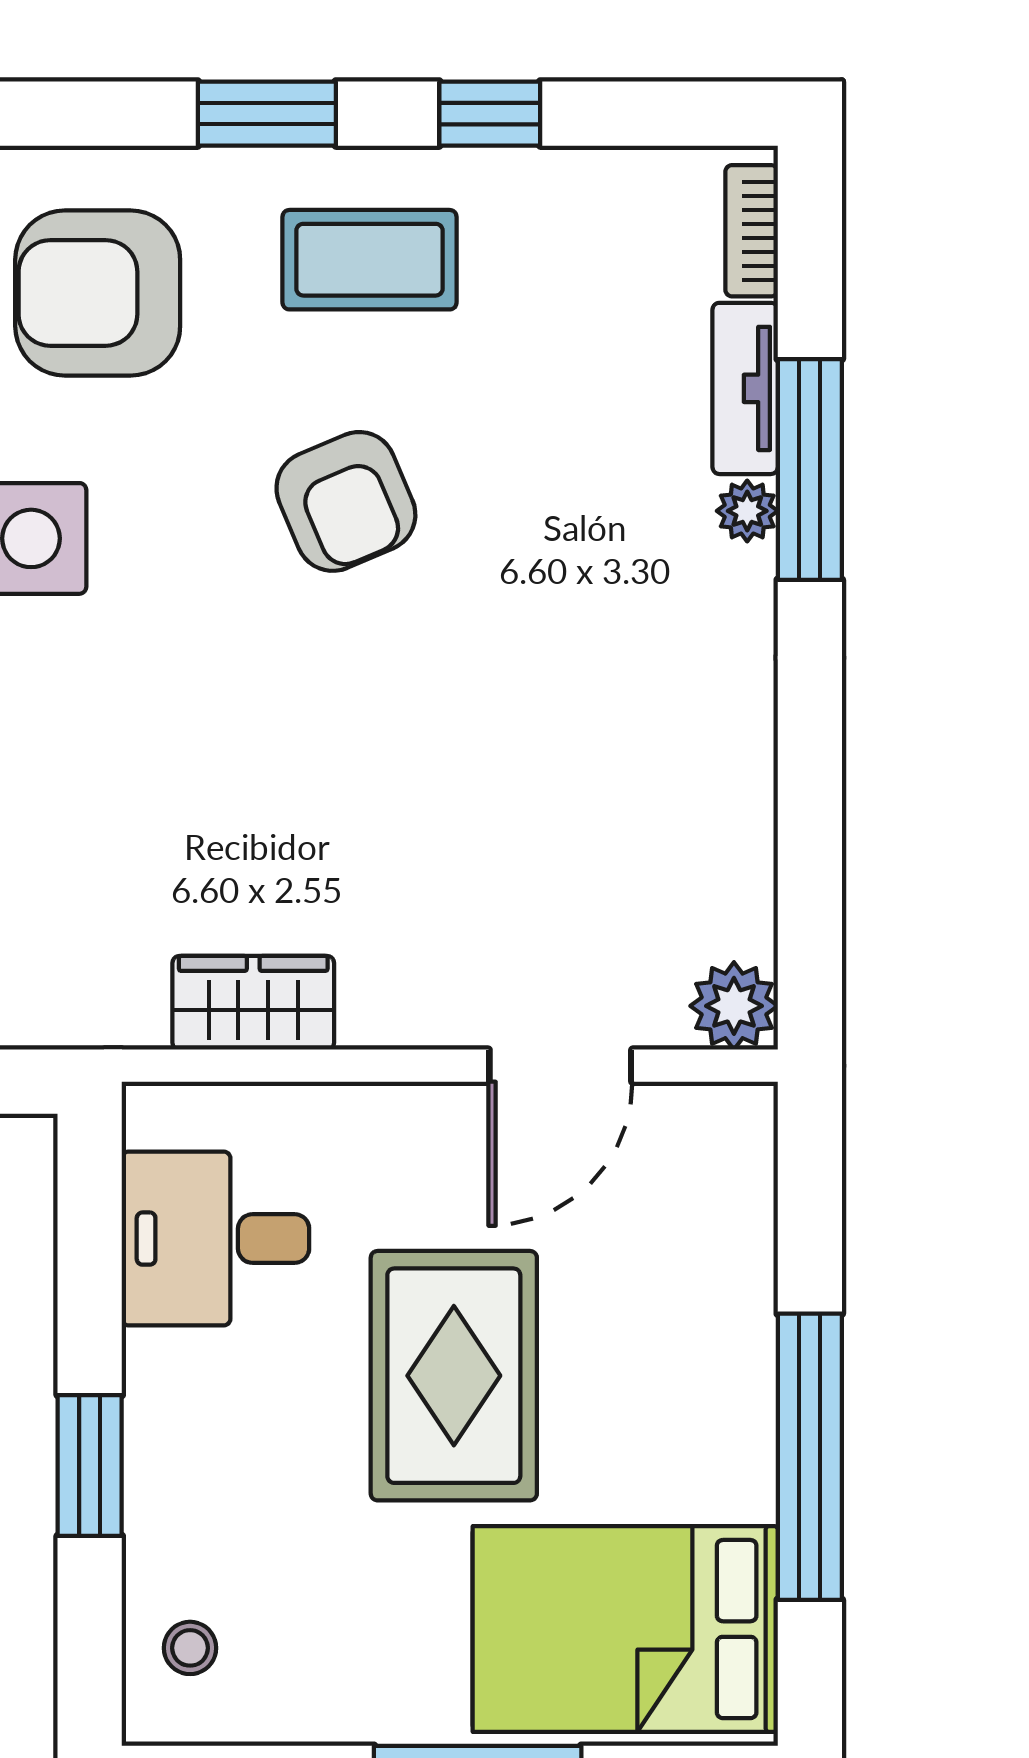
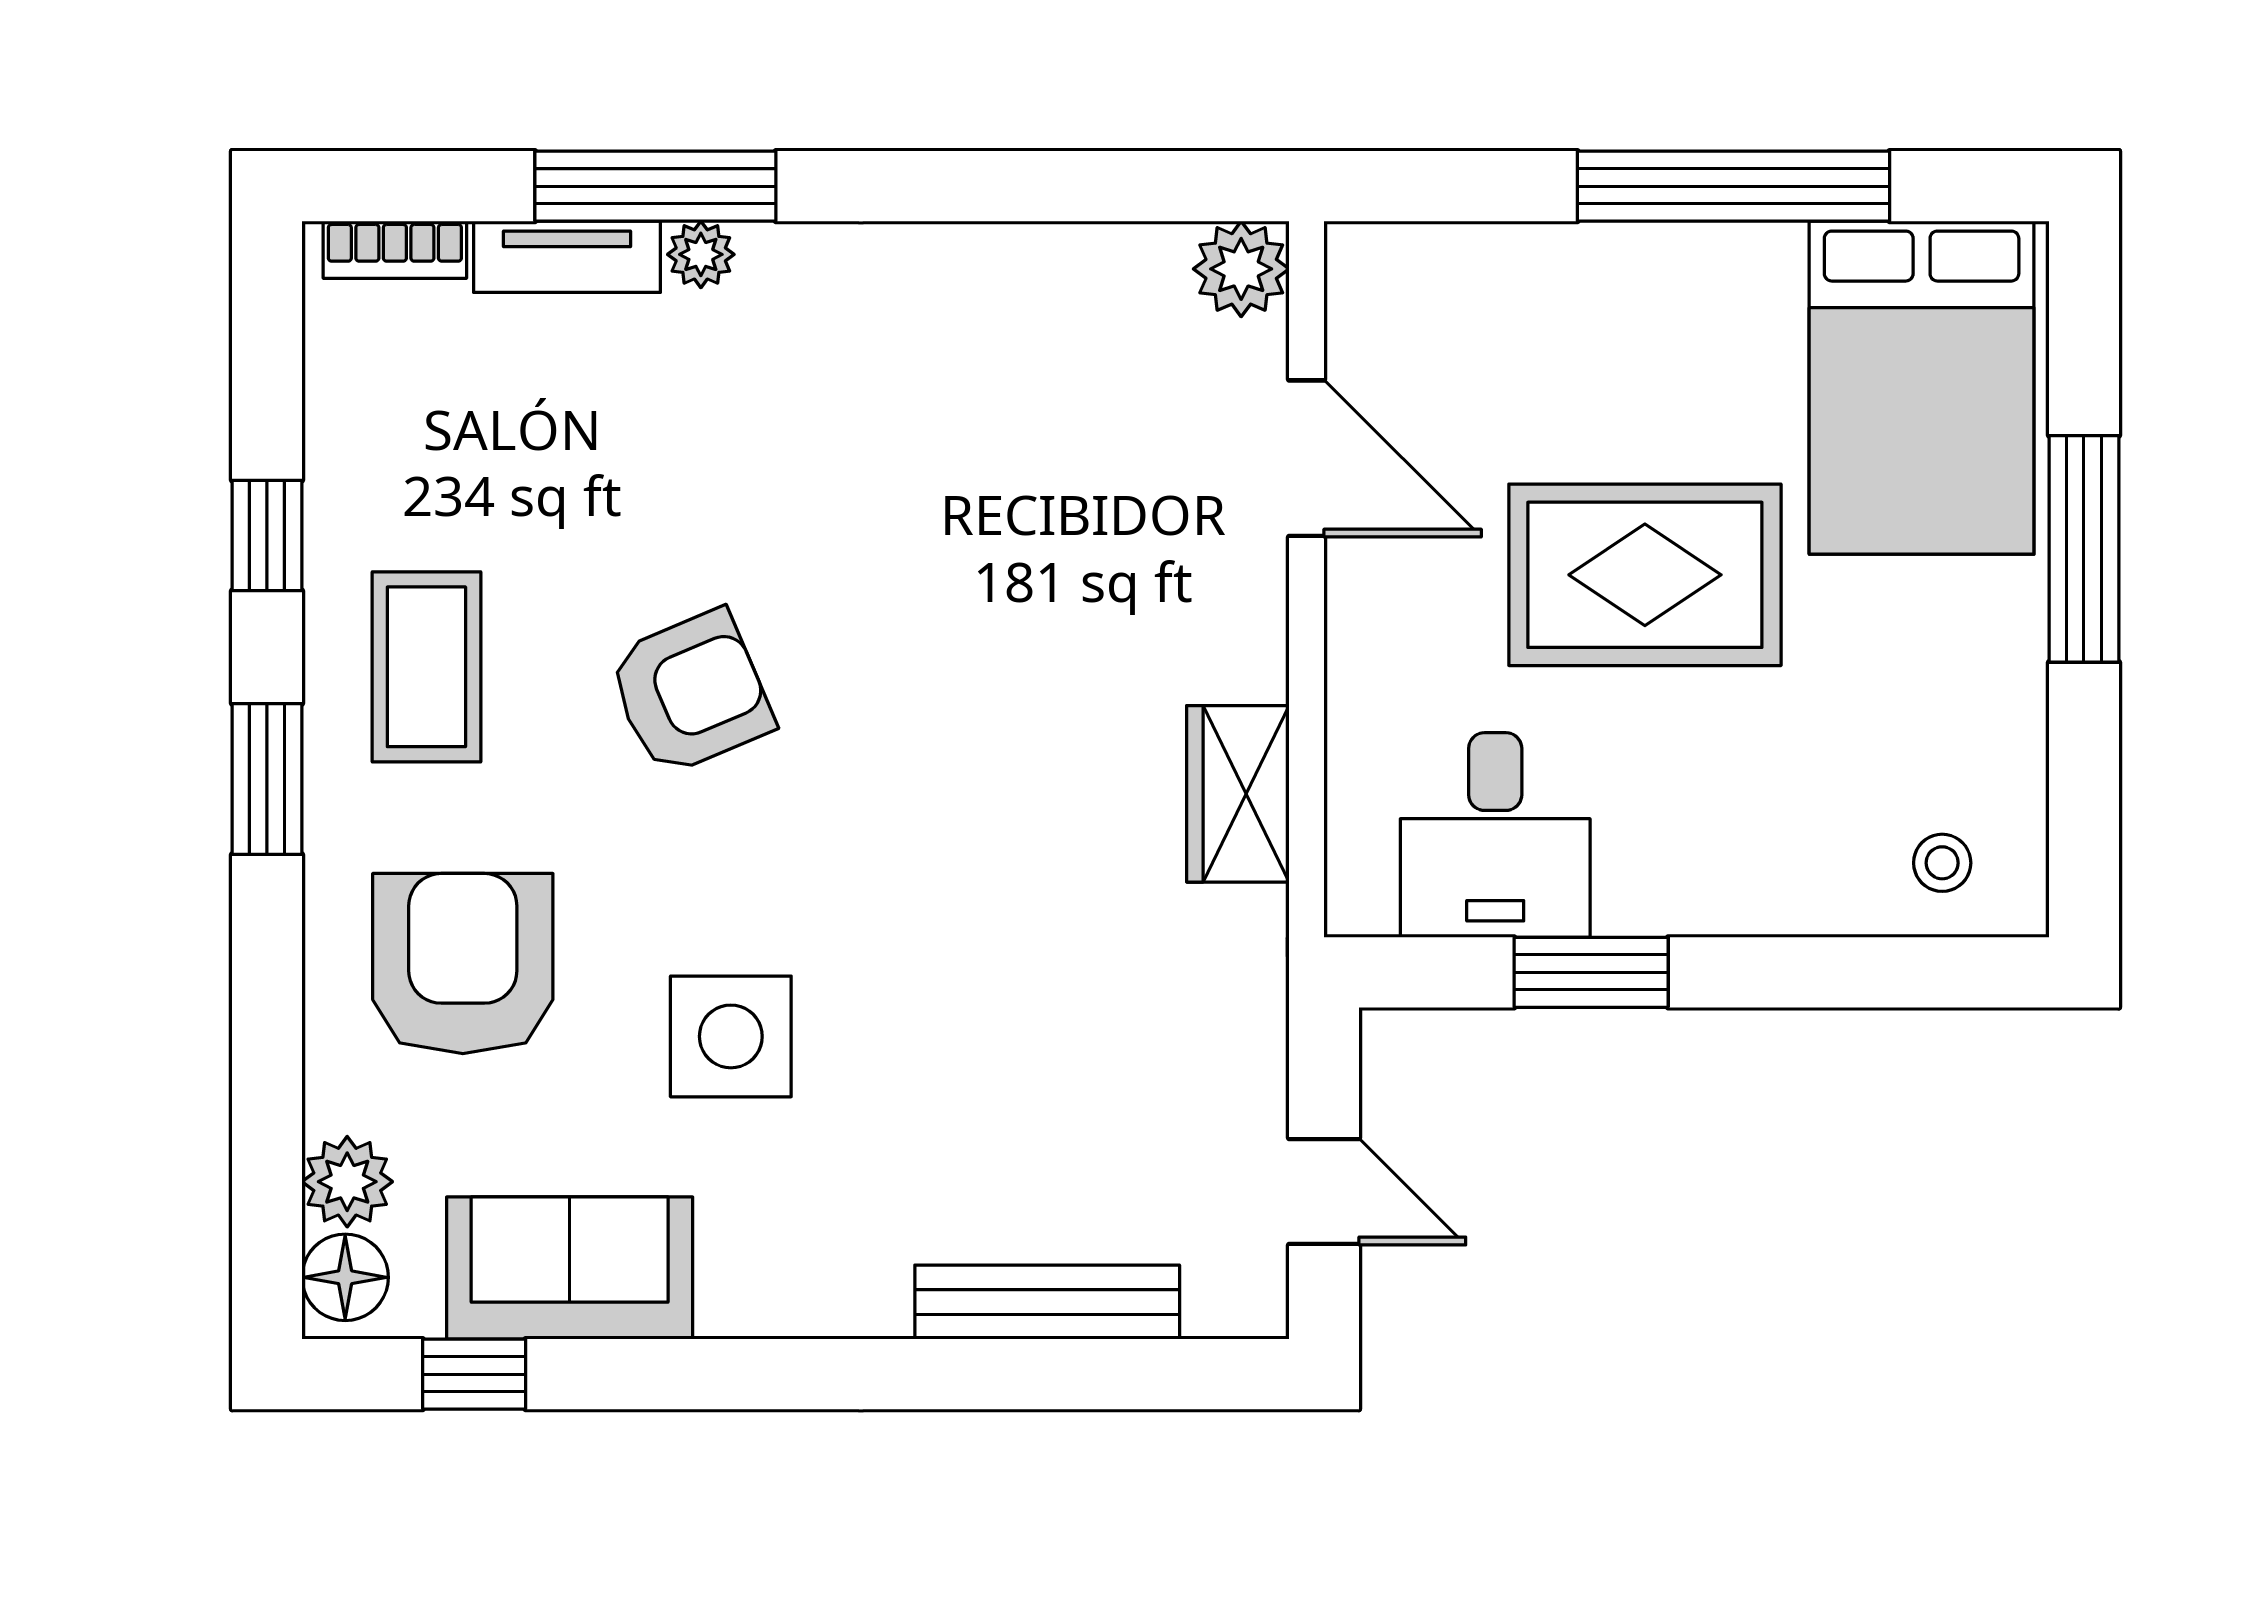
armchair: (98, 293) -> (463, 964), turned 180
window: (90, 1465) -> (1591, 972), moved

